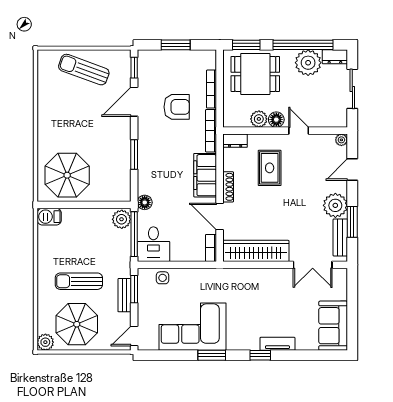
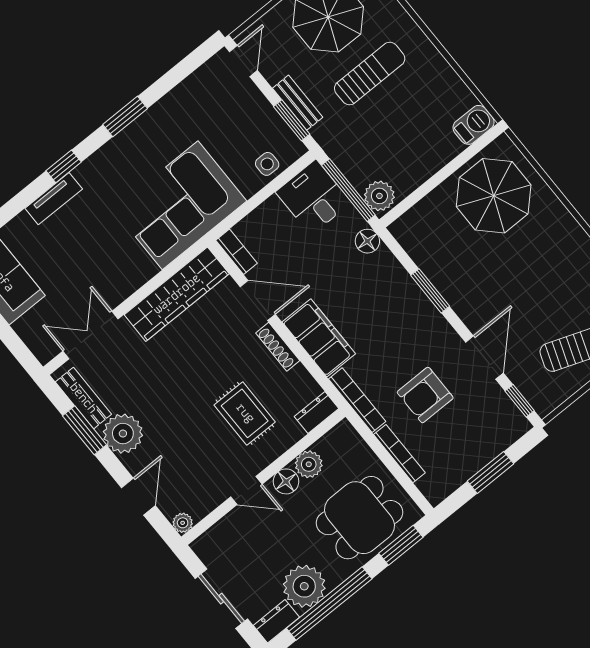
corner sofa: (193, 327) -> (180, 205), moved, turned 180

